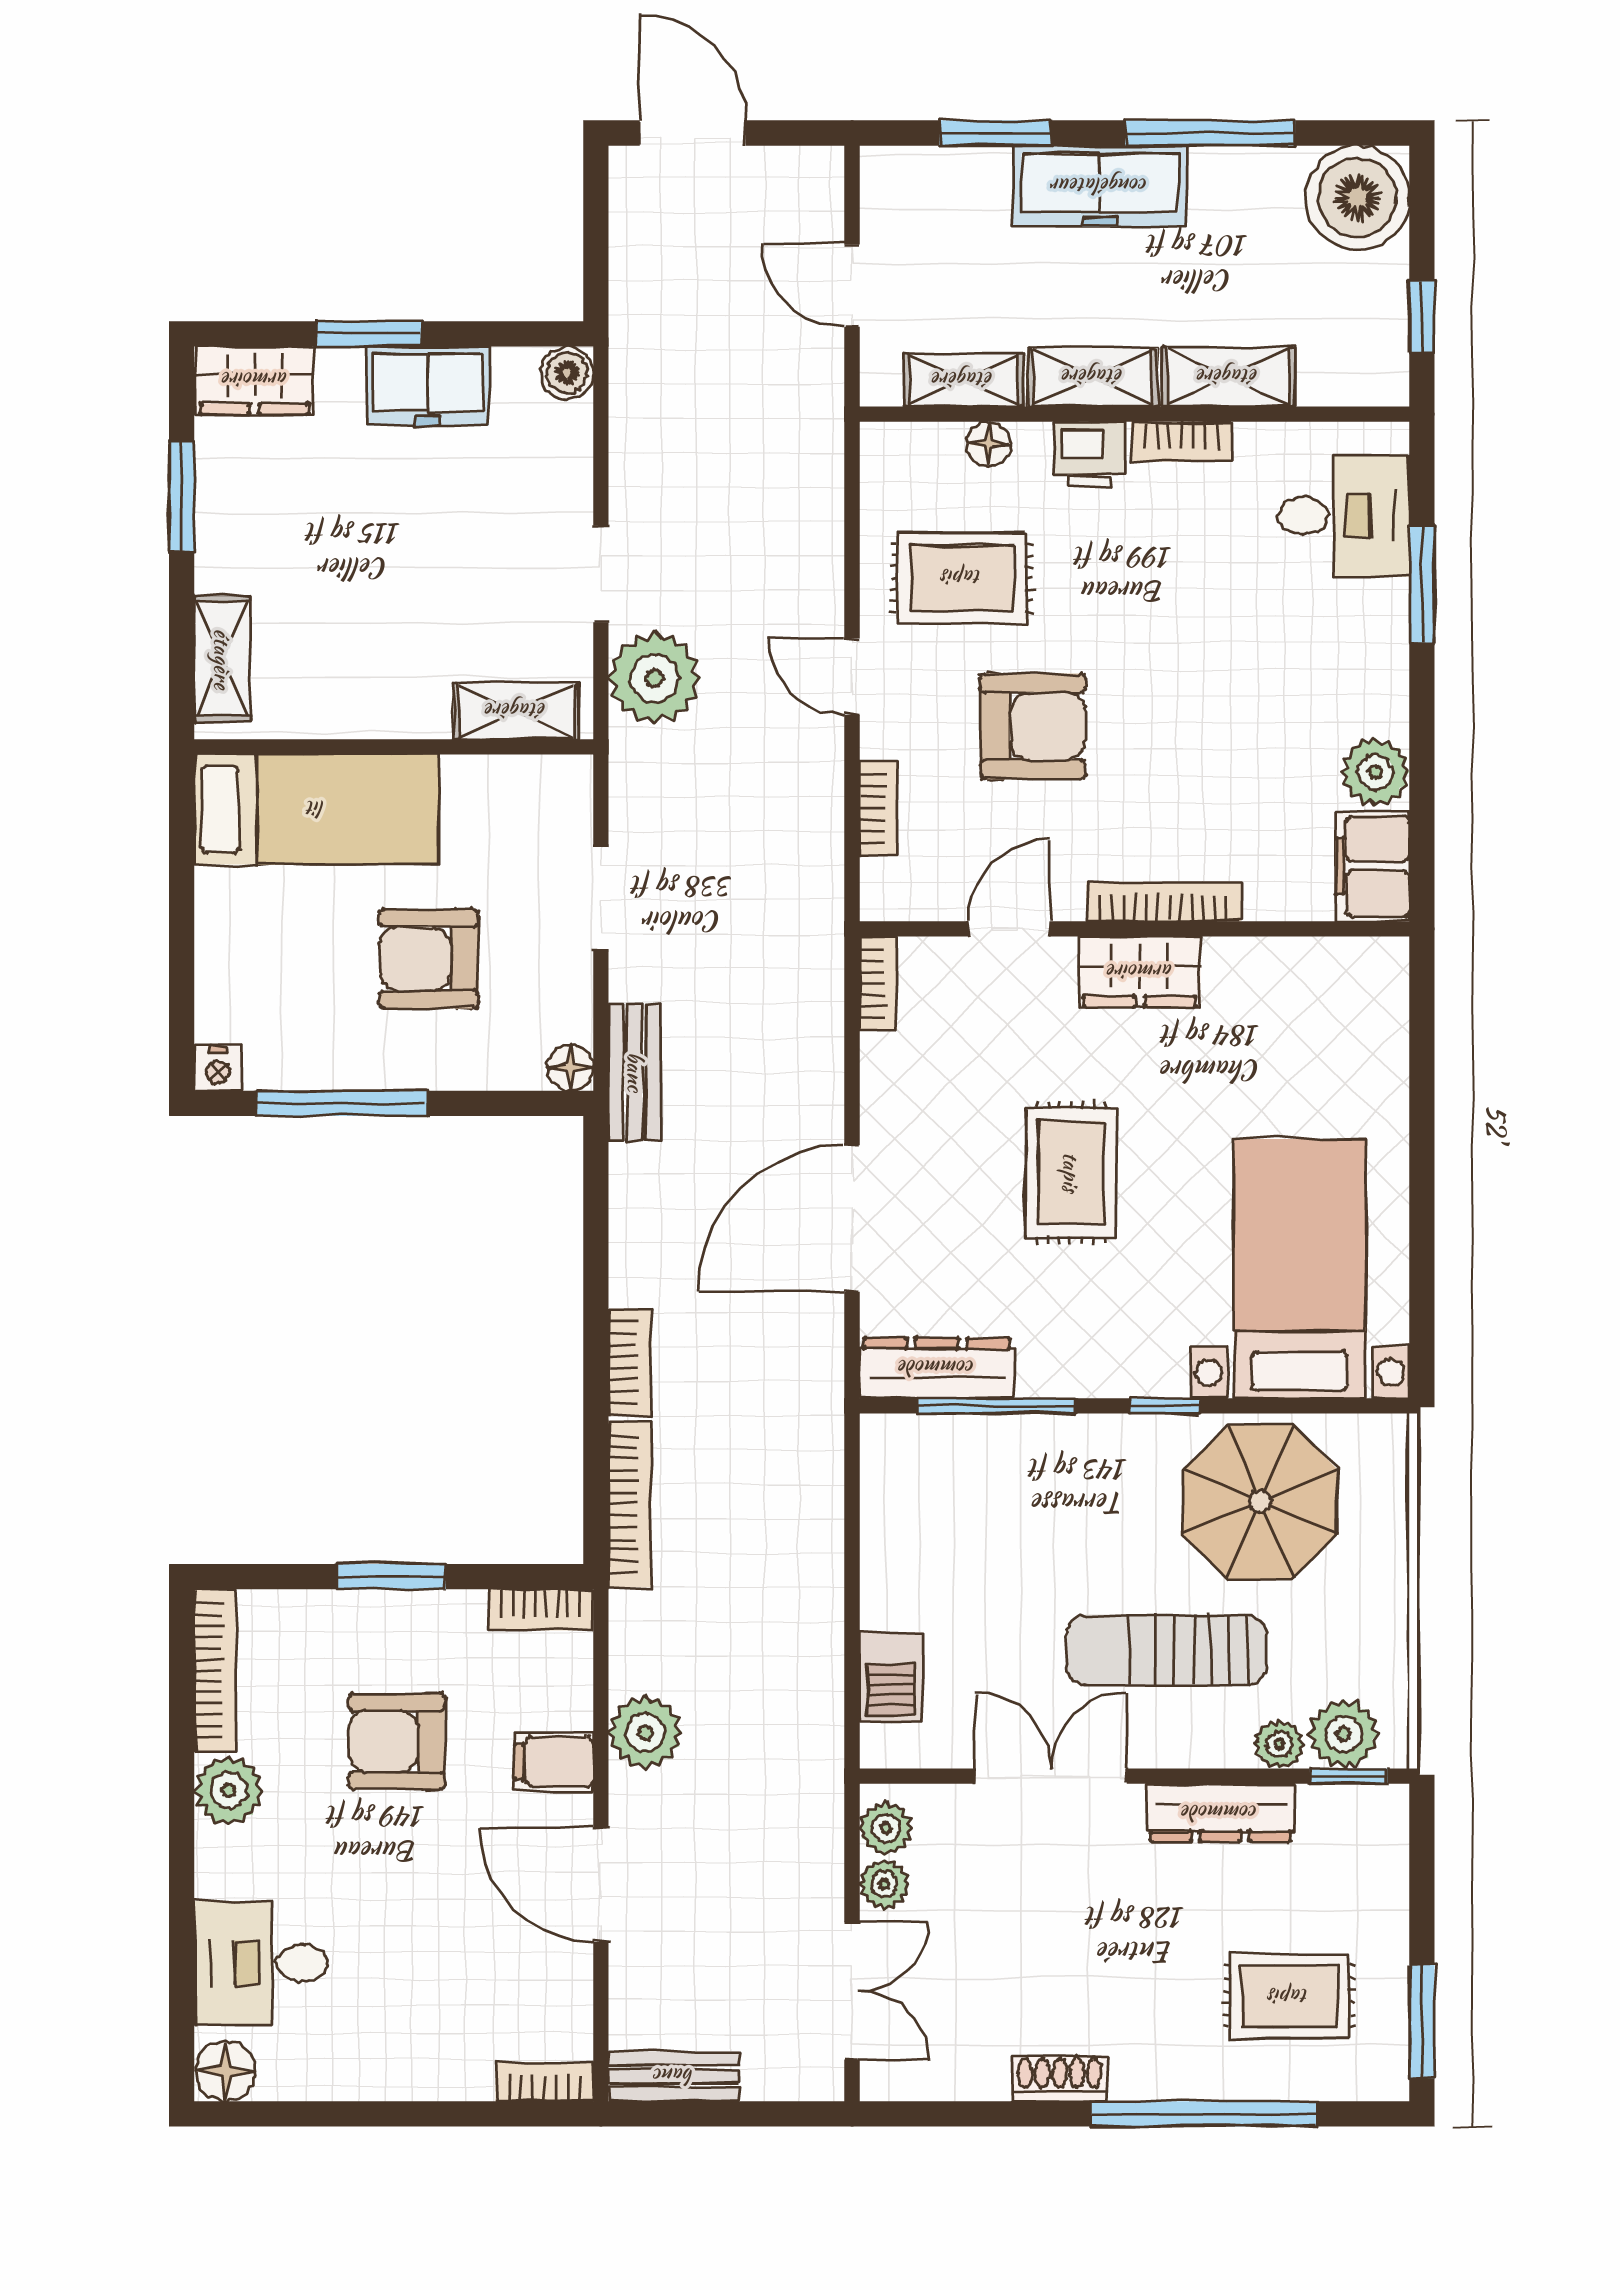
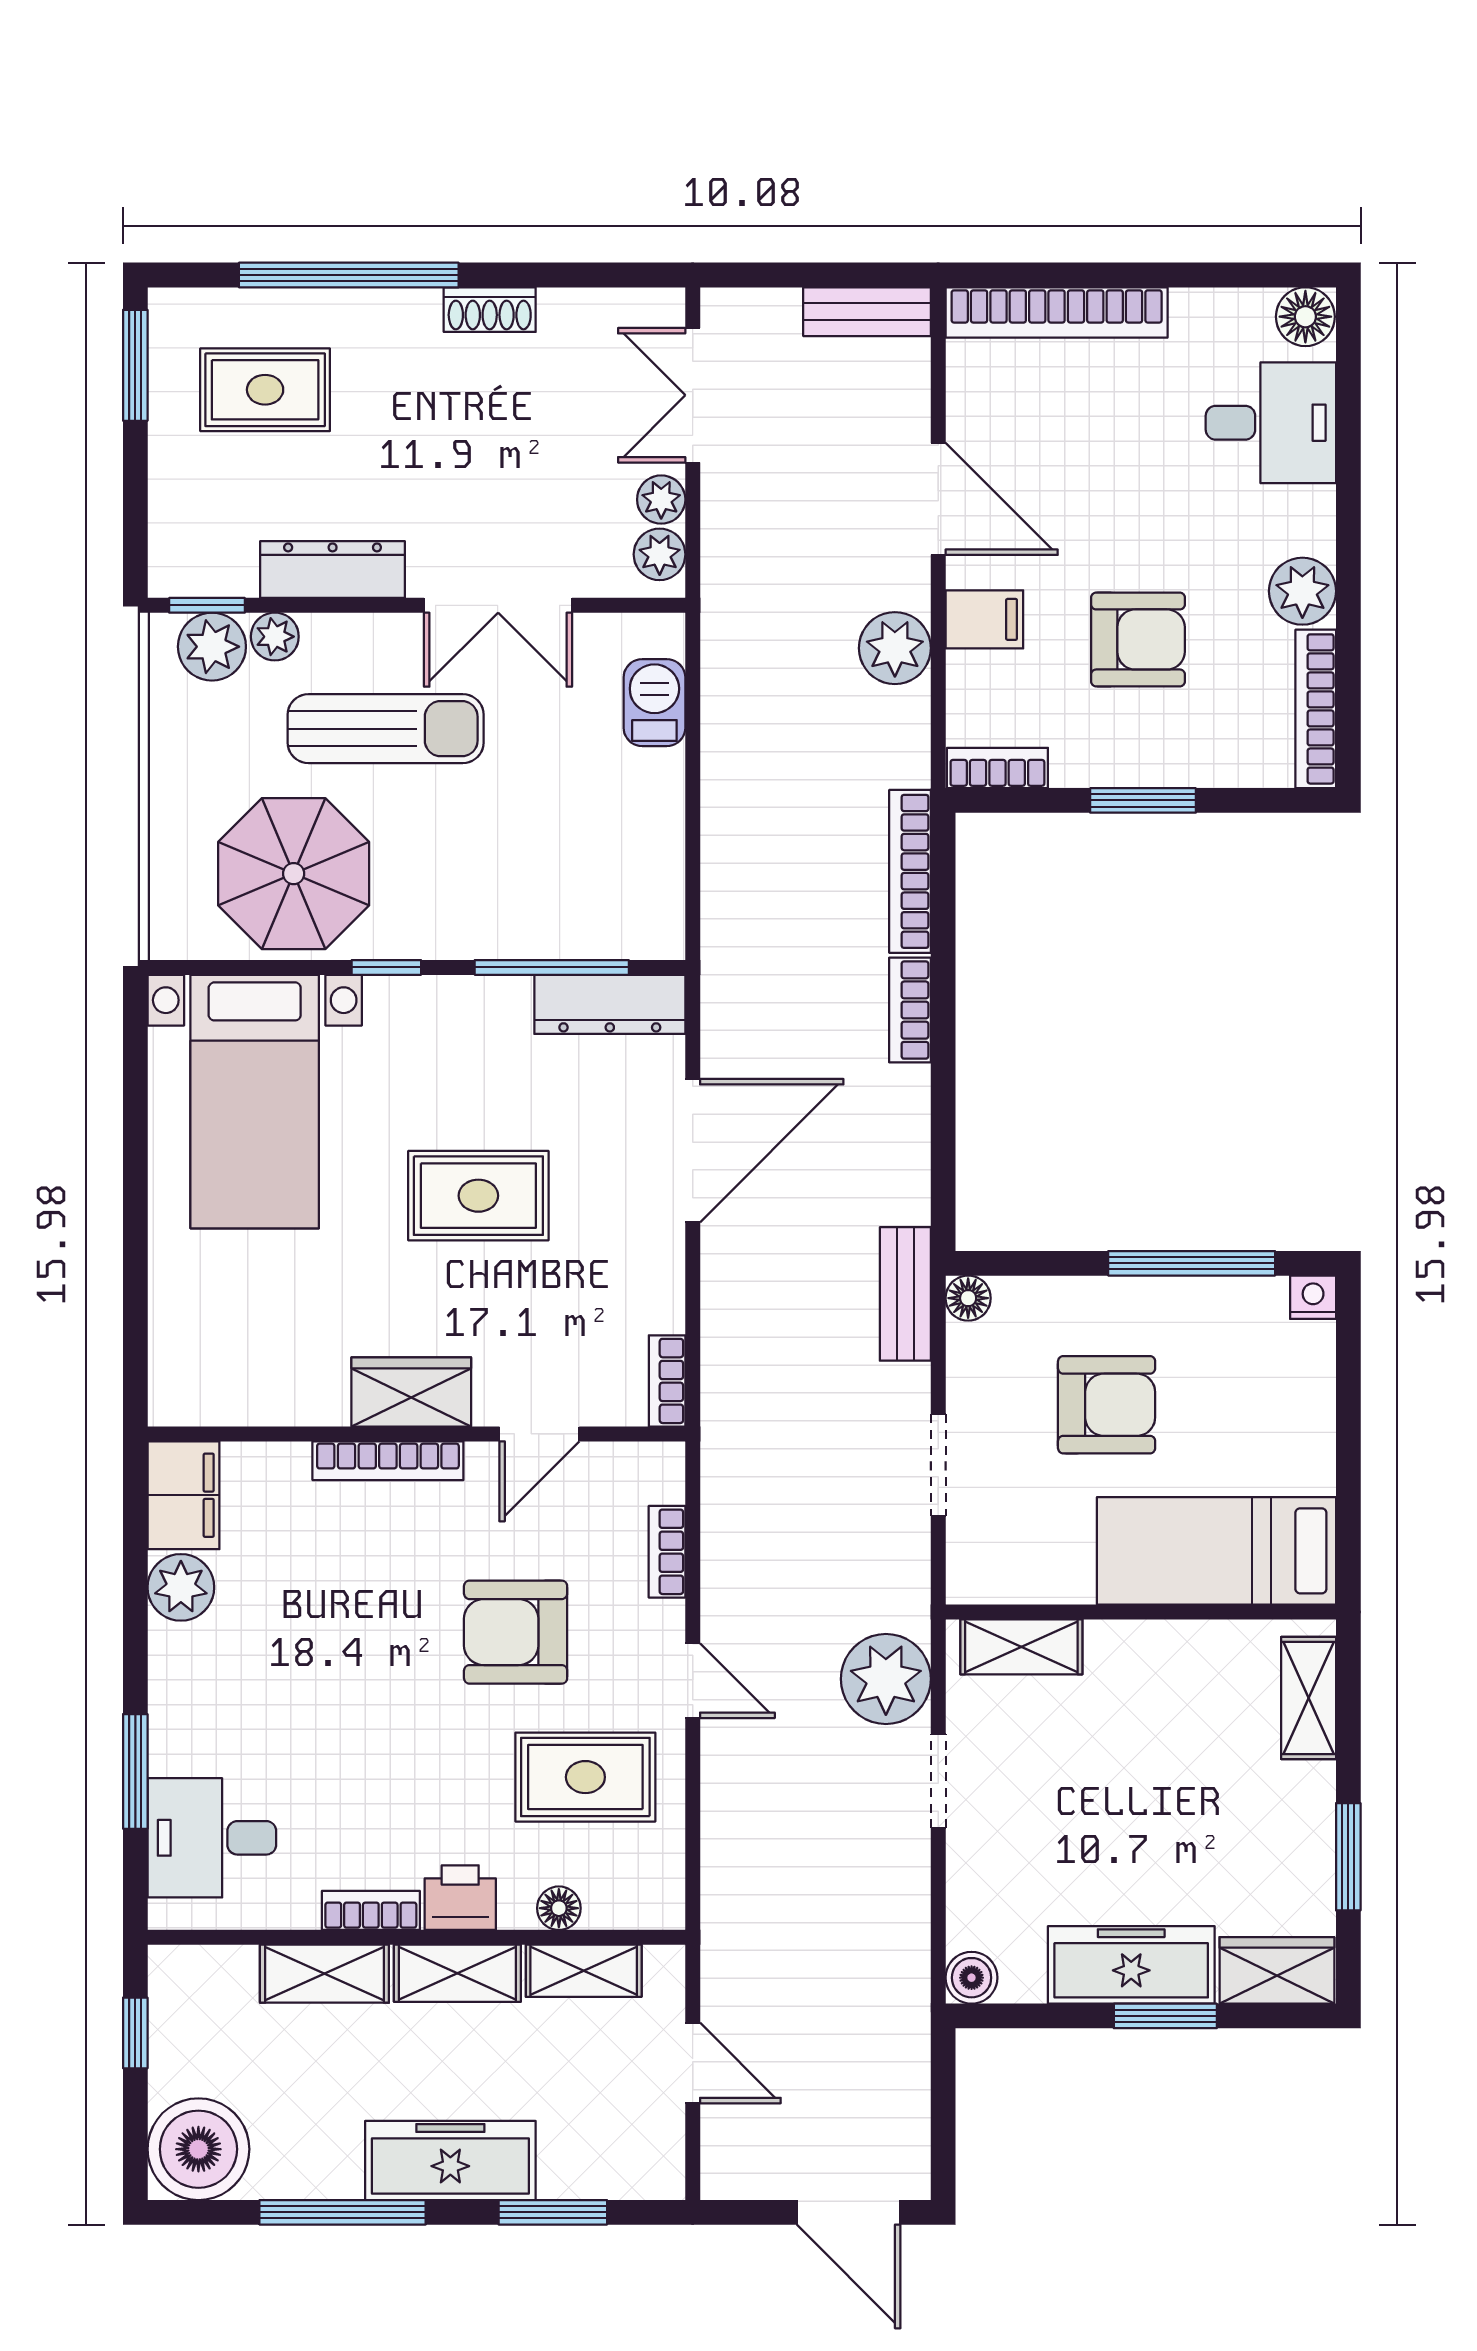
freezer: (428, 386) -> (1131, 1965), width x1.40
rug: (1071, 1172) -> (478, 1196), turned 90
bookcase: (544, 2082) -> (1057, 312), width x2.31, depth x1.31

